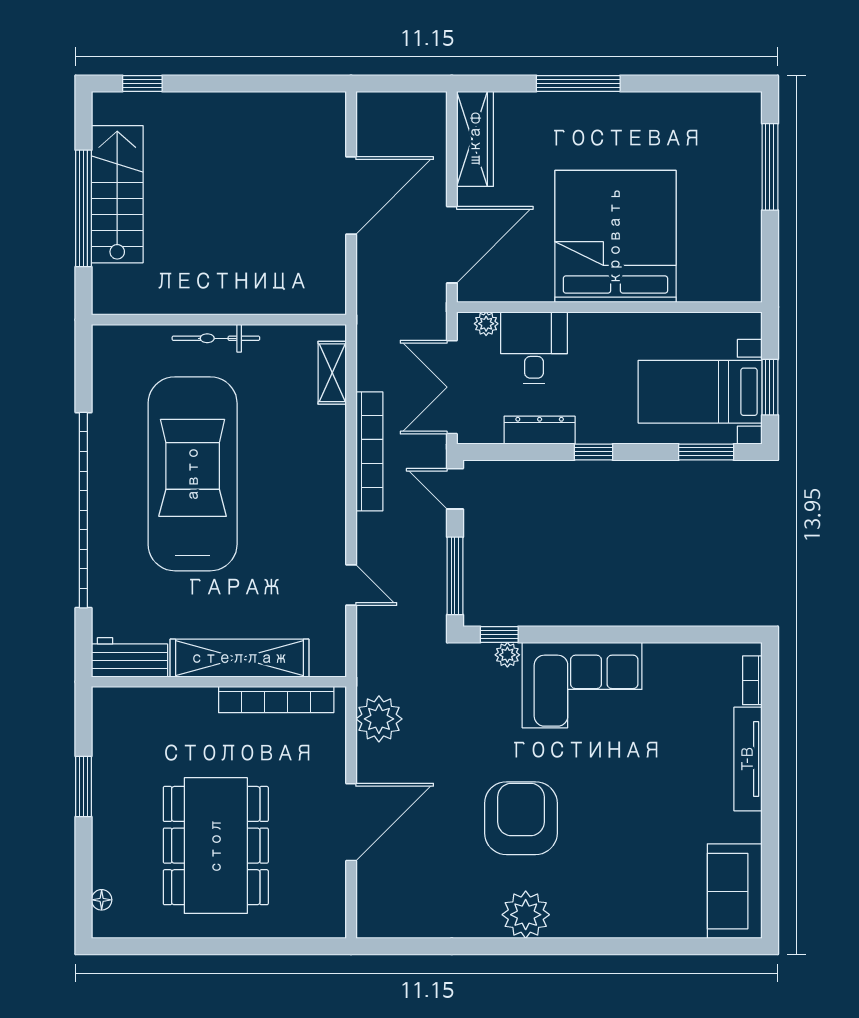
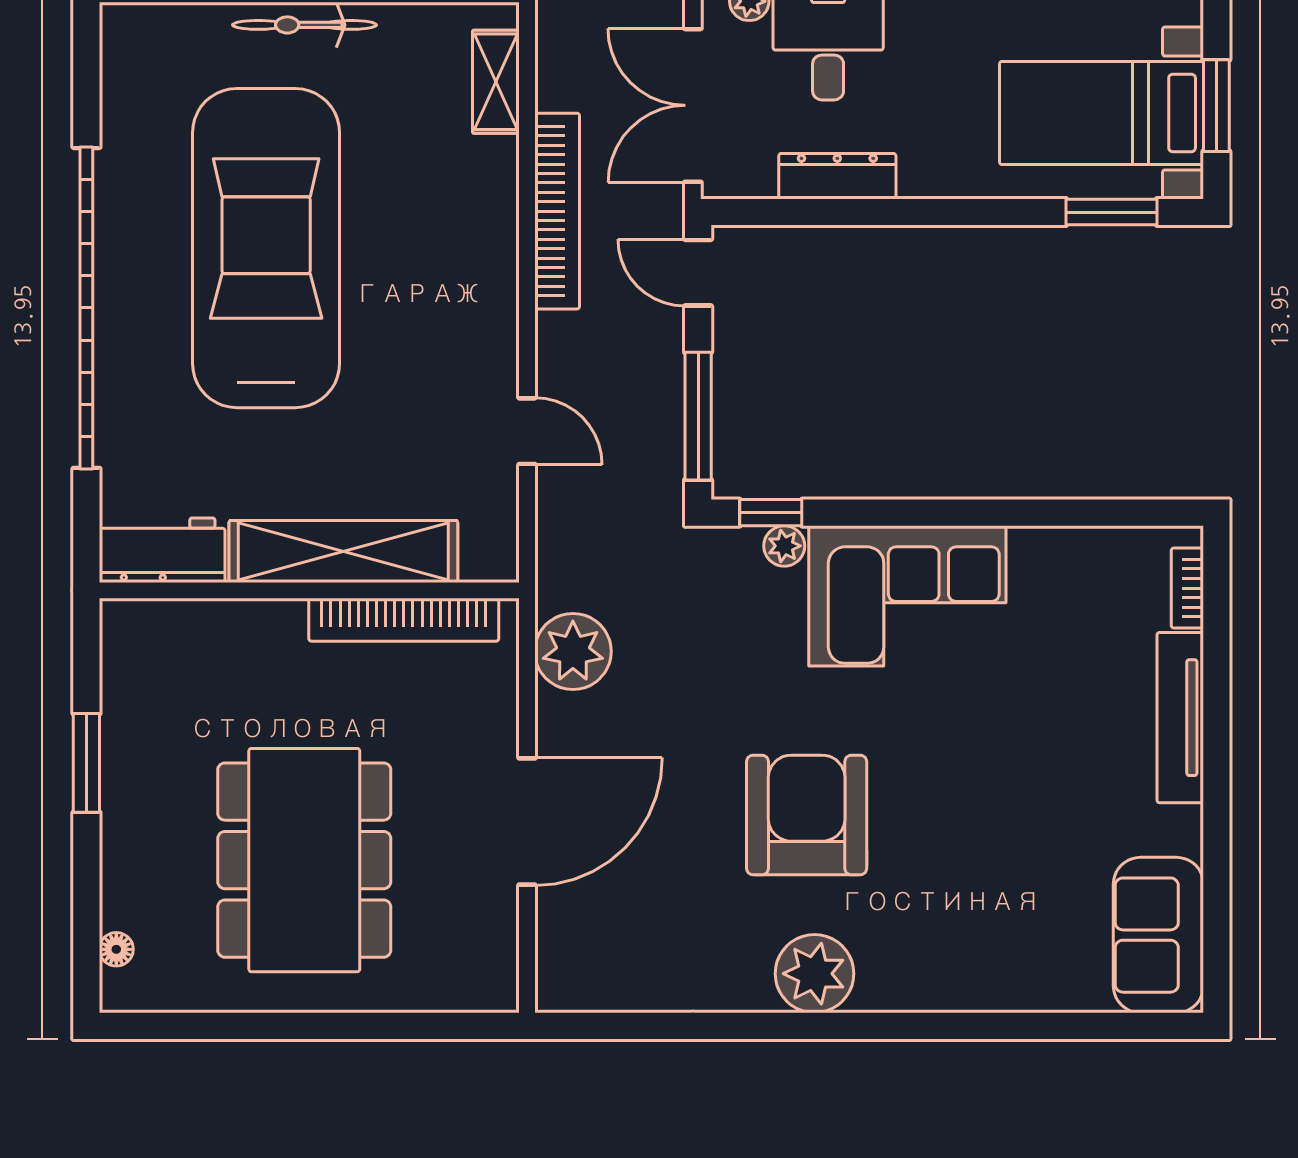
window: (594, 452) -> (926, 212), removed

